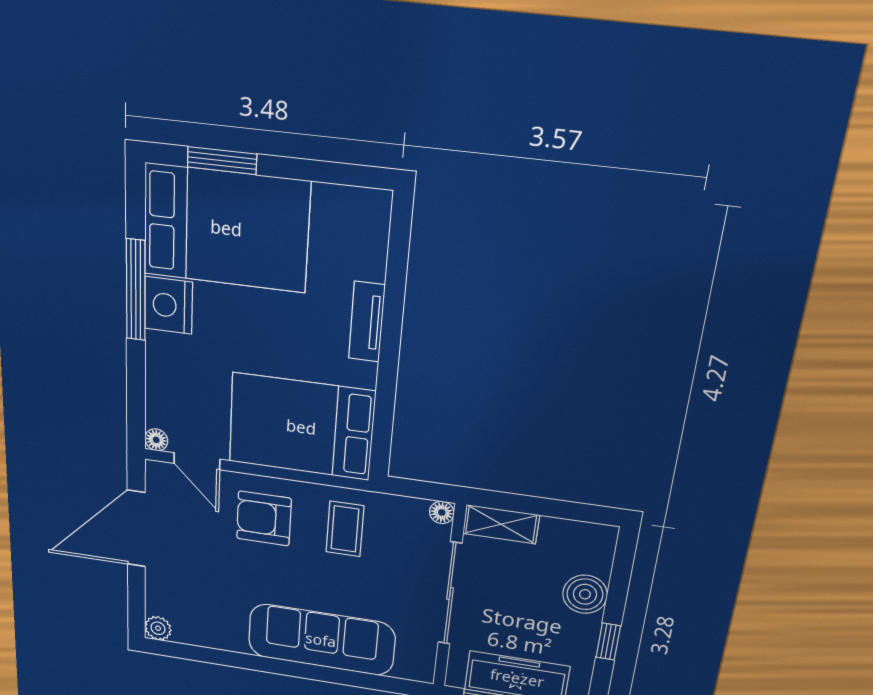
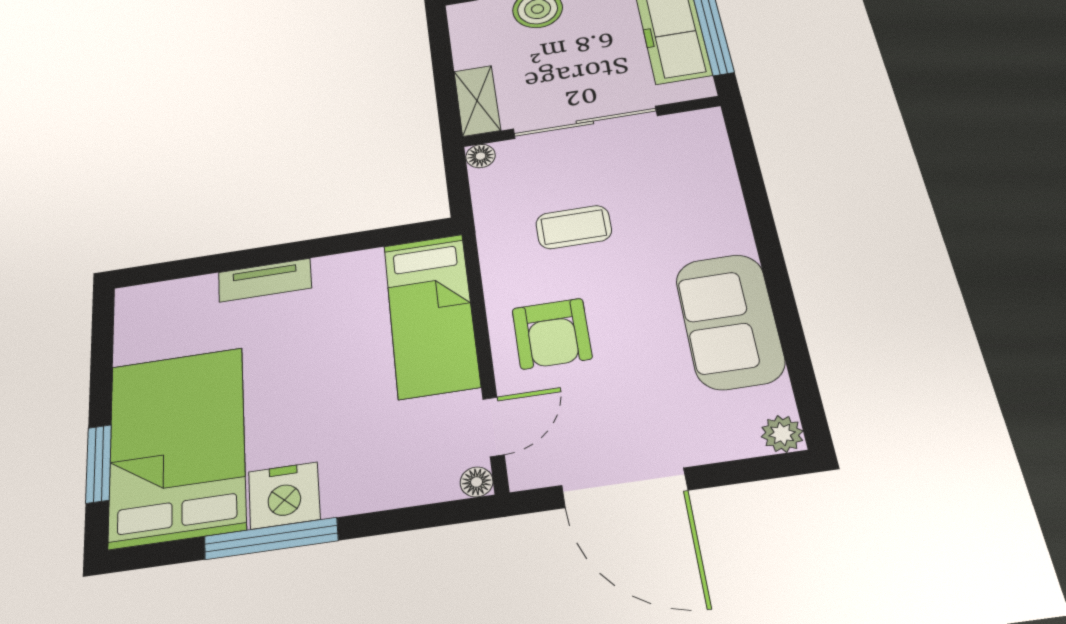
bed: (301, 427) -> (431, 315), width x0.67
coffee table: (345, 529) -> (574, 227), moved
sofa: (321, 640) -> (730, 321), moved, width x0.73

